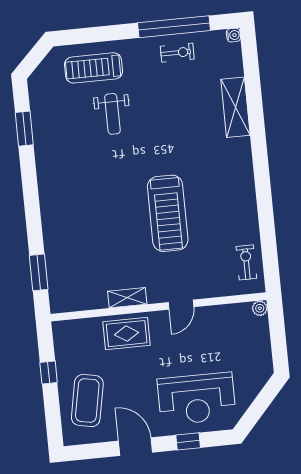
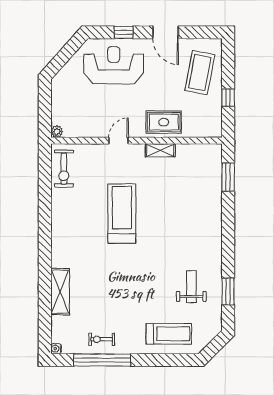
weight bench: (112, 114) -> (191, 287), moved
exercise bike: (246, 262) -> (64, 169), width x1.38, depth x1.39

